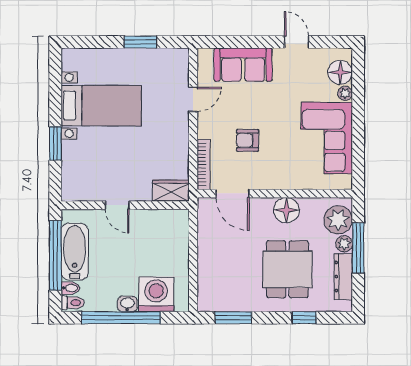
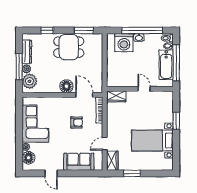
wardrobe: (178, 67) -> (112, 161), added
floor lamp: (286, 210) -> (66, 86), moved
dining table: (287, 269) -> (69, 47), moved, turned 90

